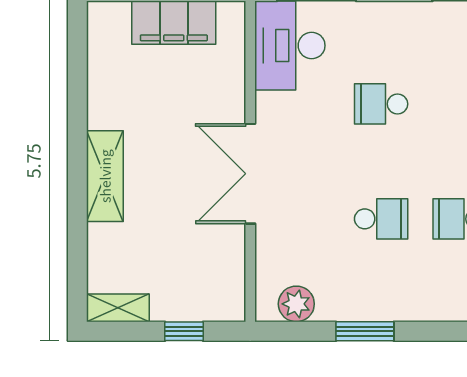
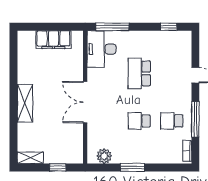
school desk: (381, 104) -> (139, 73), width x1.85
school desk: (381, 219) -> (139, 121), turned 180

